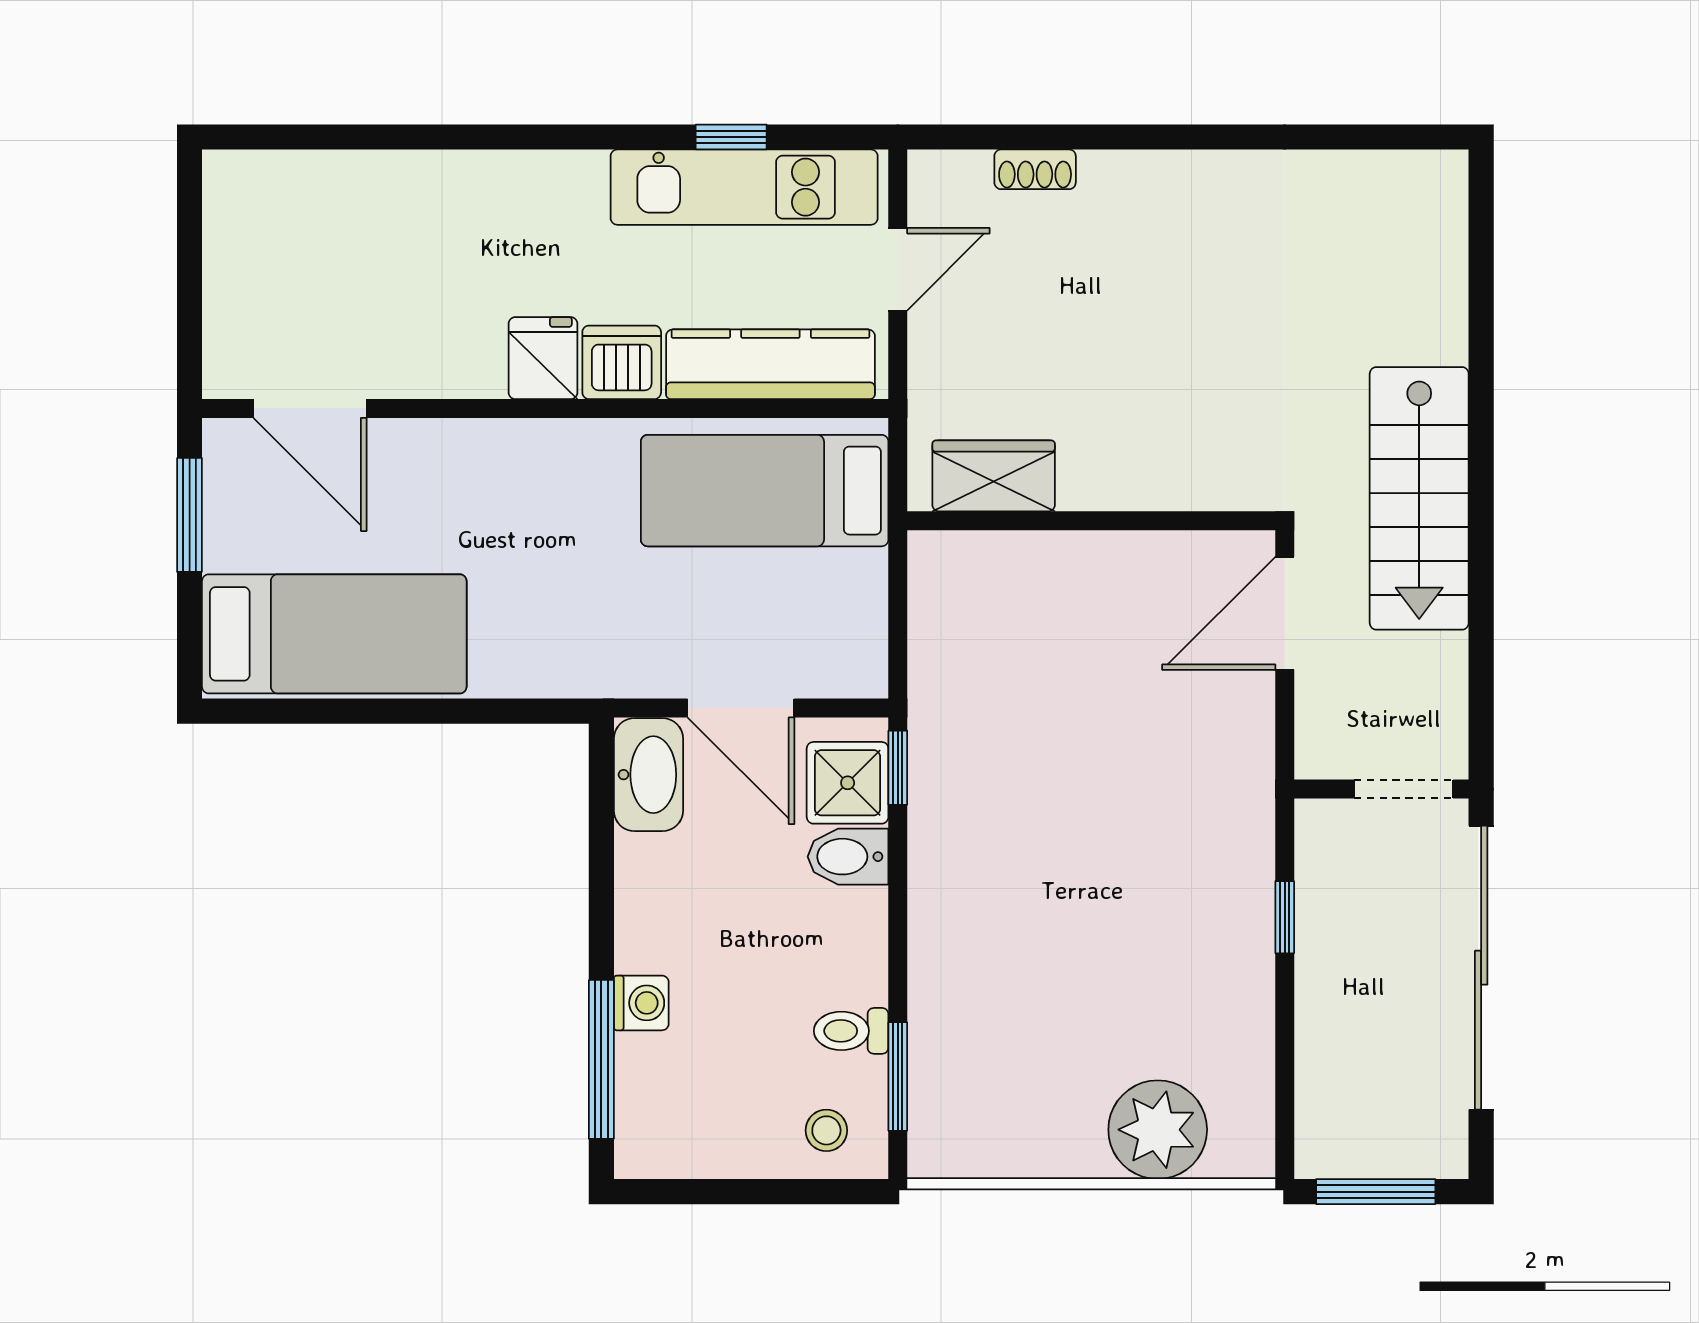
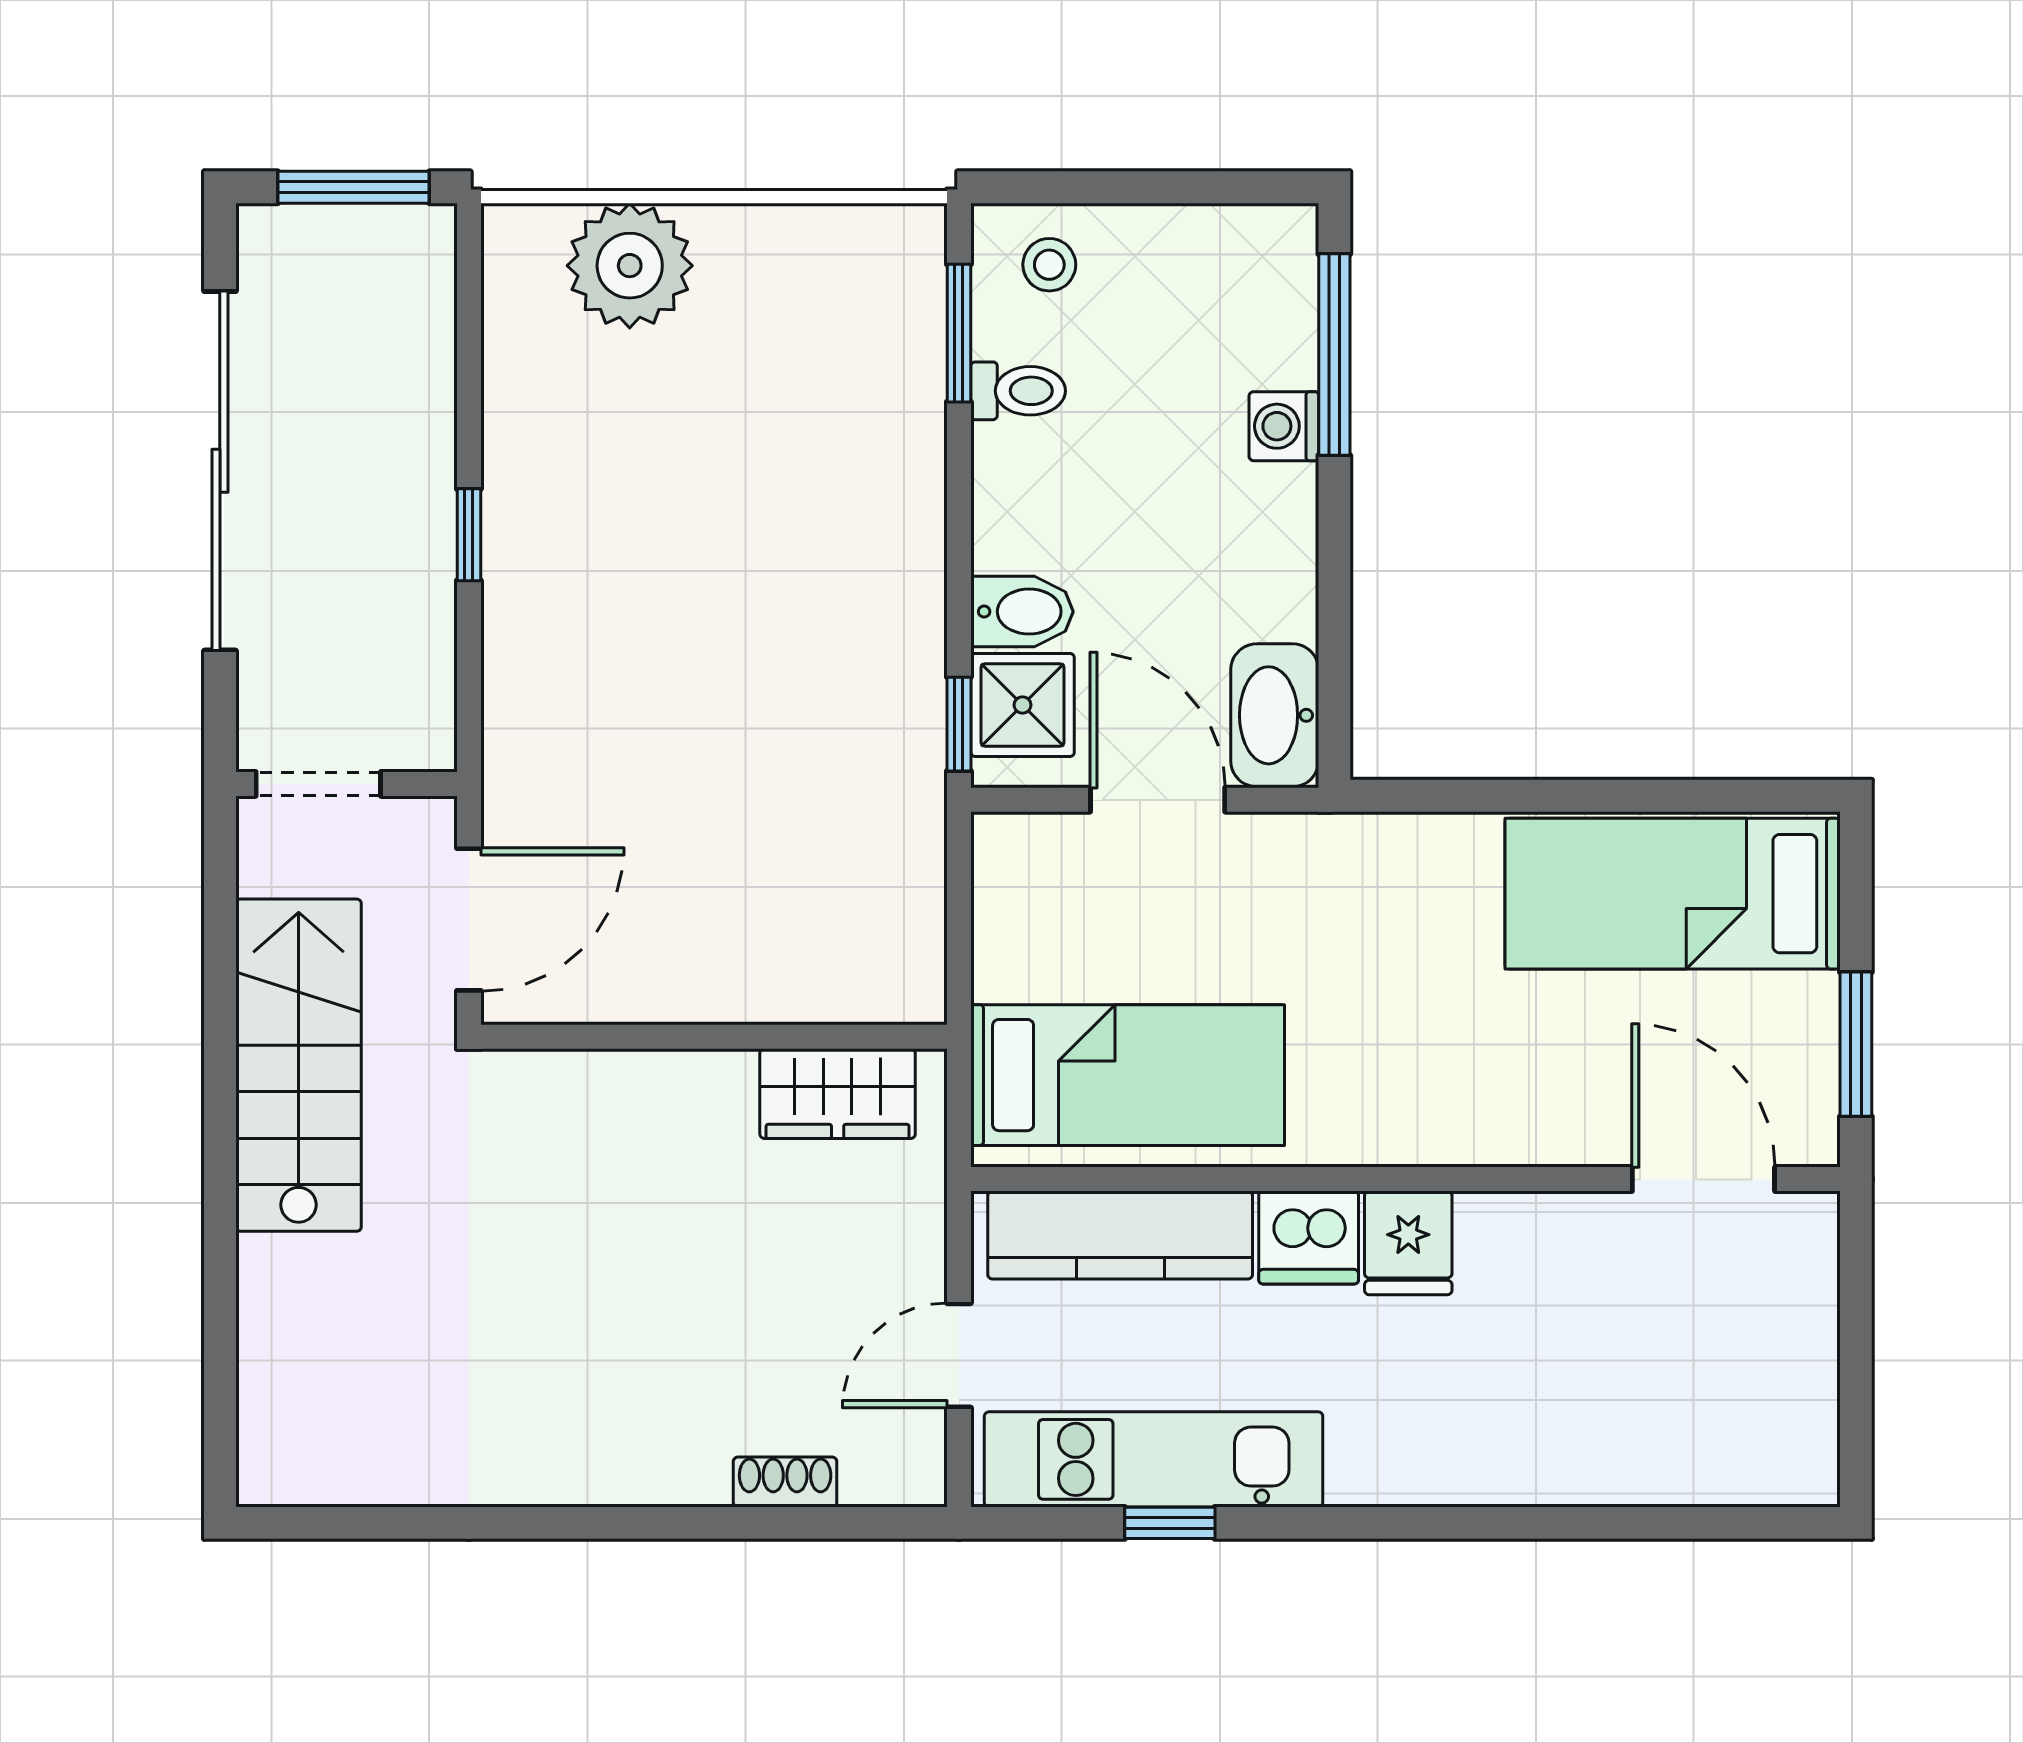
wall: (1381, 789) -> (346, 784), moved
doorway: (1404, 789) -> (318, 784), moved

